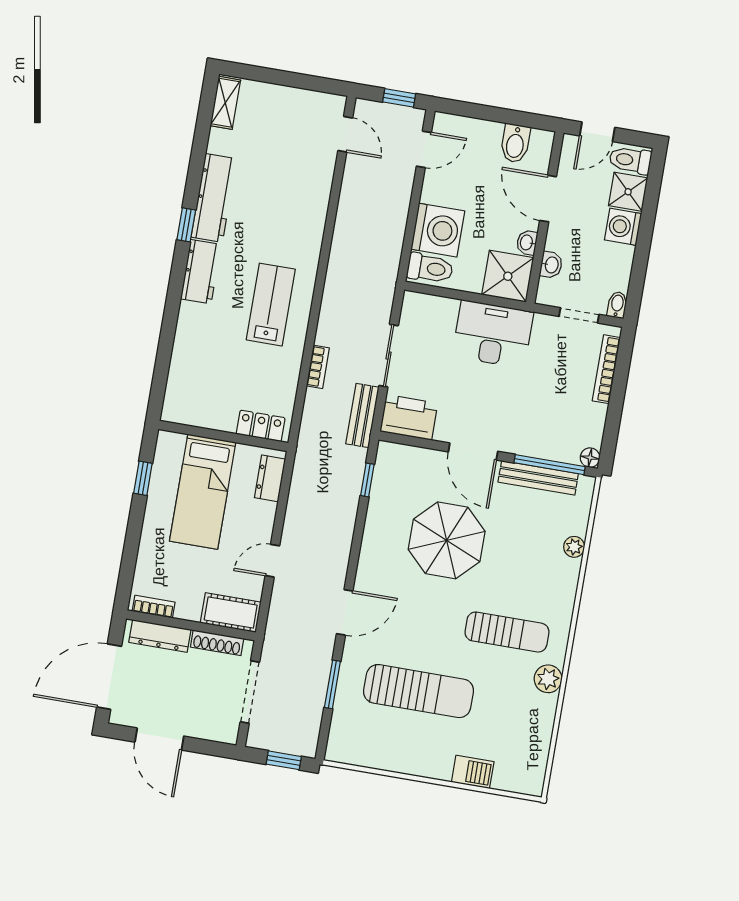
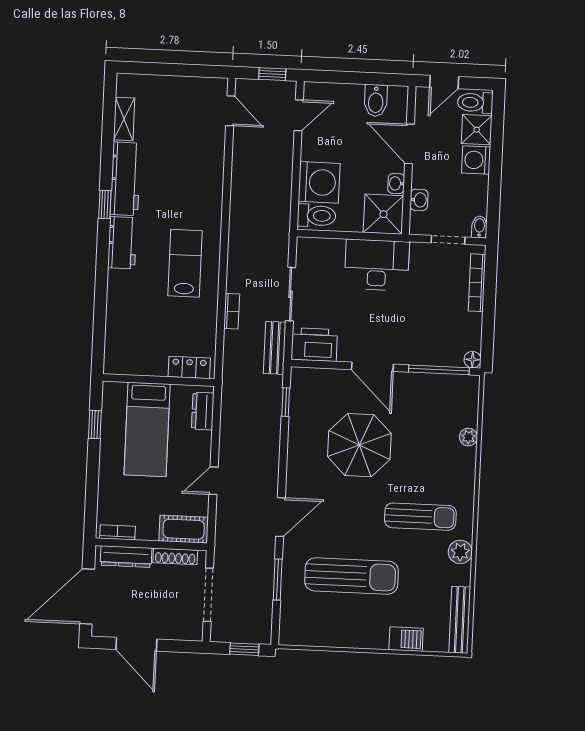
shelving: (225, 103) -> (124, 119), moved
bench: (538, 478) -> (460, 620), moved, turned 90

